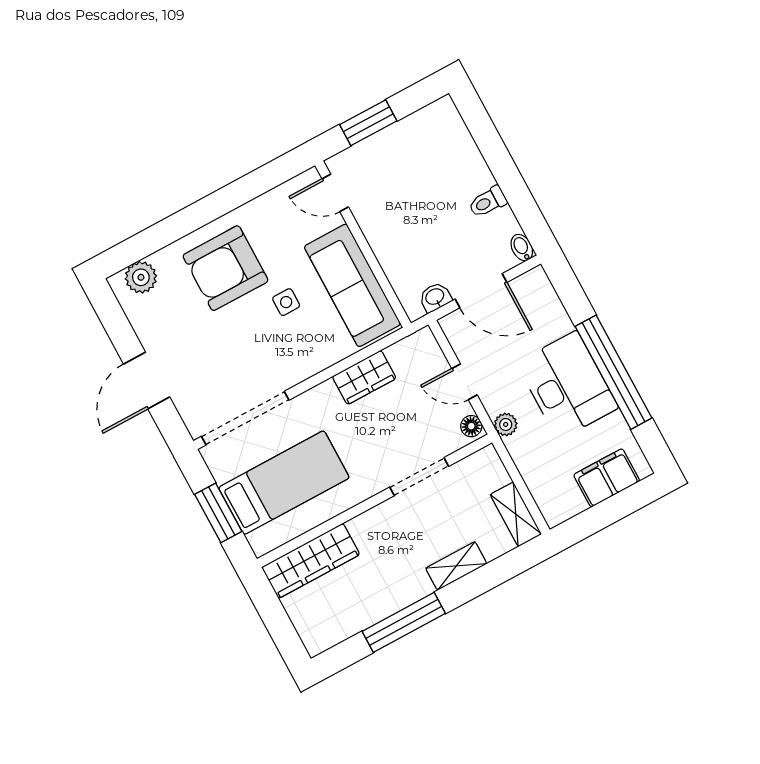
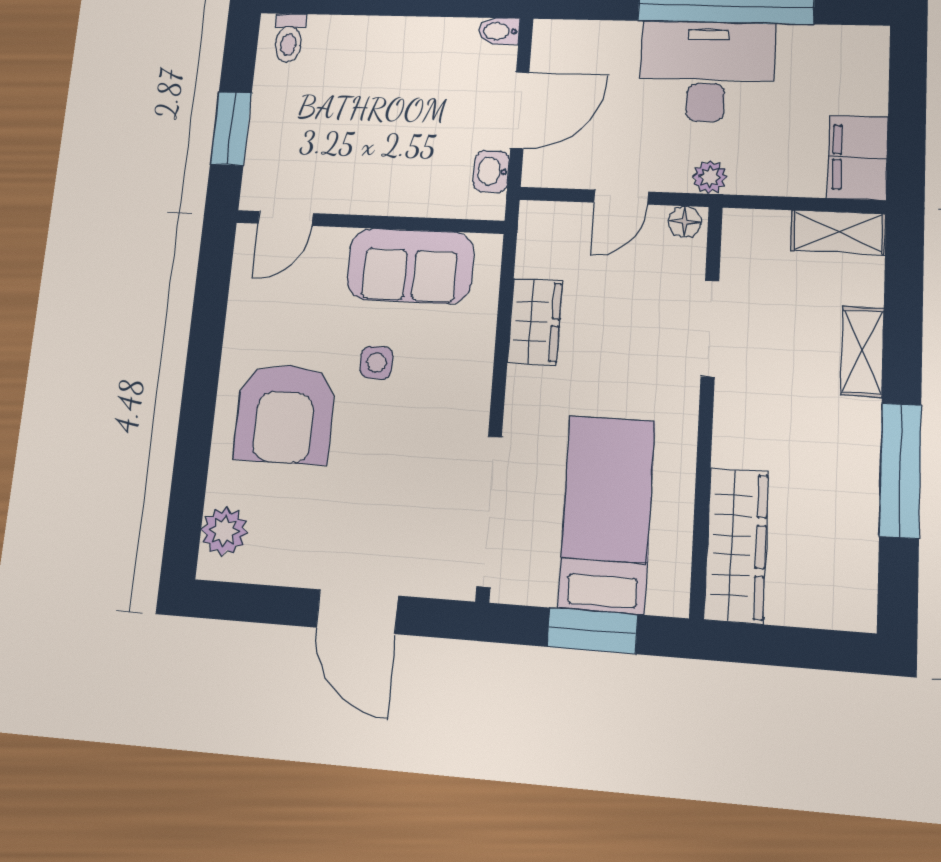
toilet: (488, 202) -> (289, 38), moved
sofa: (352, 285) -> (410, 266), width x0.73
filing cabinet: (607, 478) -> (858, 157), moved

